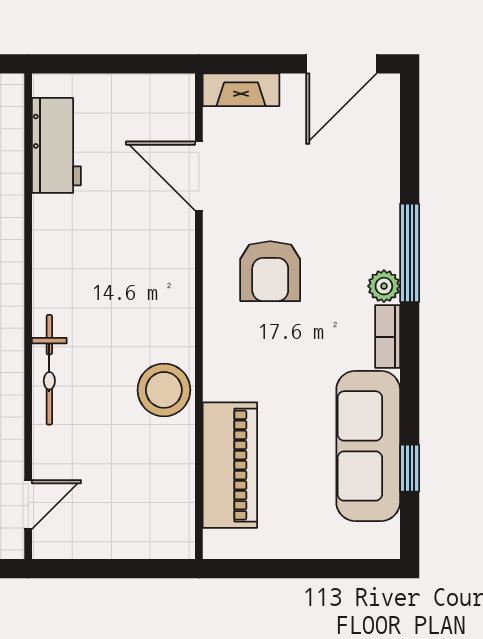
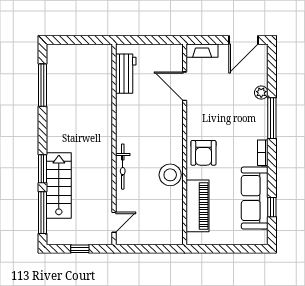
armchair: (270, 271) -> (203, 153), moved
plant: (384, 286) -> (261, 93), moved

